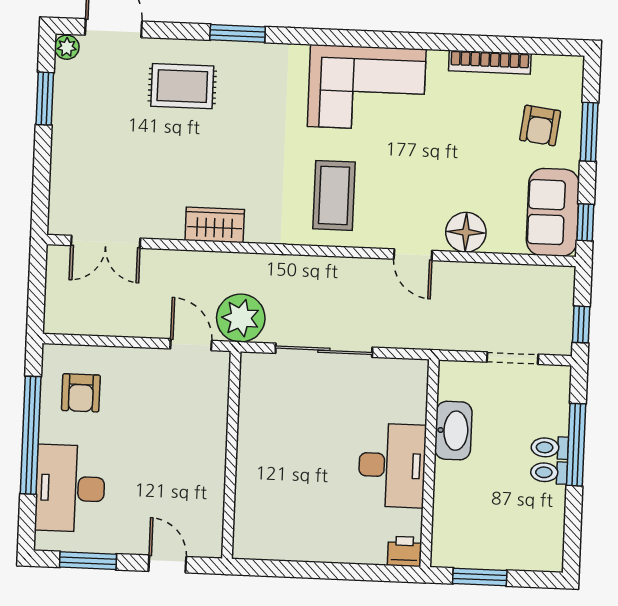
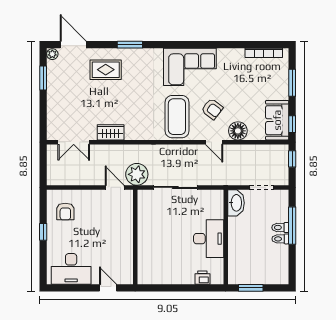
bookcase: (490, 62) -> (264, 53), moved
armchair: (540, 126) -> (212, 109), moved, turned -60
coffee table: (334, 195) -> (177, 117), width x1.36, depth x1.32
wardrobe: (215, 225) -> (111, 132), moved
window: (581, 324) -> (292, 159), moved
washbasin: (453, 431) -> (236, 203), moved
window: (31, 435) -> (43, 232), width x0.32
desk: (70, 488) -> (71, 269), moved, turned -90
printer: (404, 551) -> (202, 278), moved
window: (88, 561) -> (72, 288), removed

